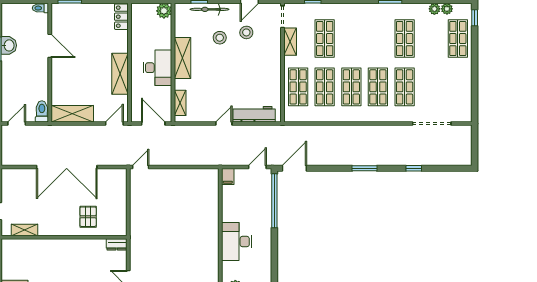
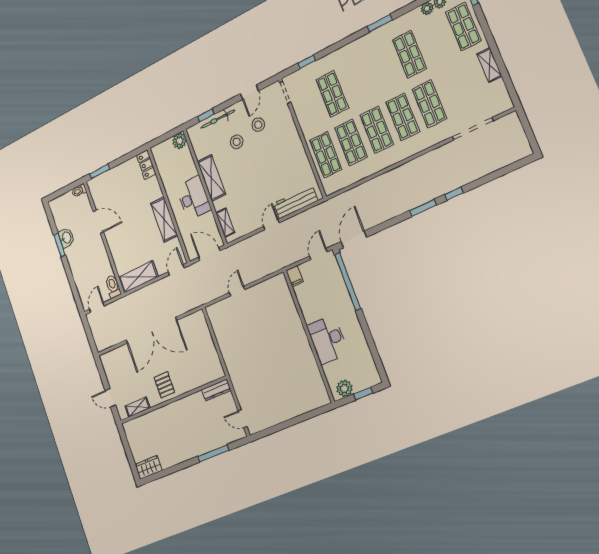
shelving: (290, 42) -> (489, 65), moved
door: (141, 167) -> (237, 291), moved
window: (414, 168) -> (454, 194), moved
pallet: (88, 217) -> (164, 385), moved
dresser: (117, 244) -> (216, 390), width x1.44

